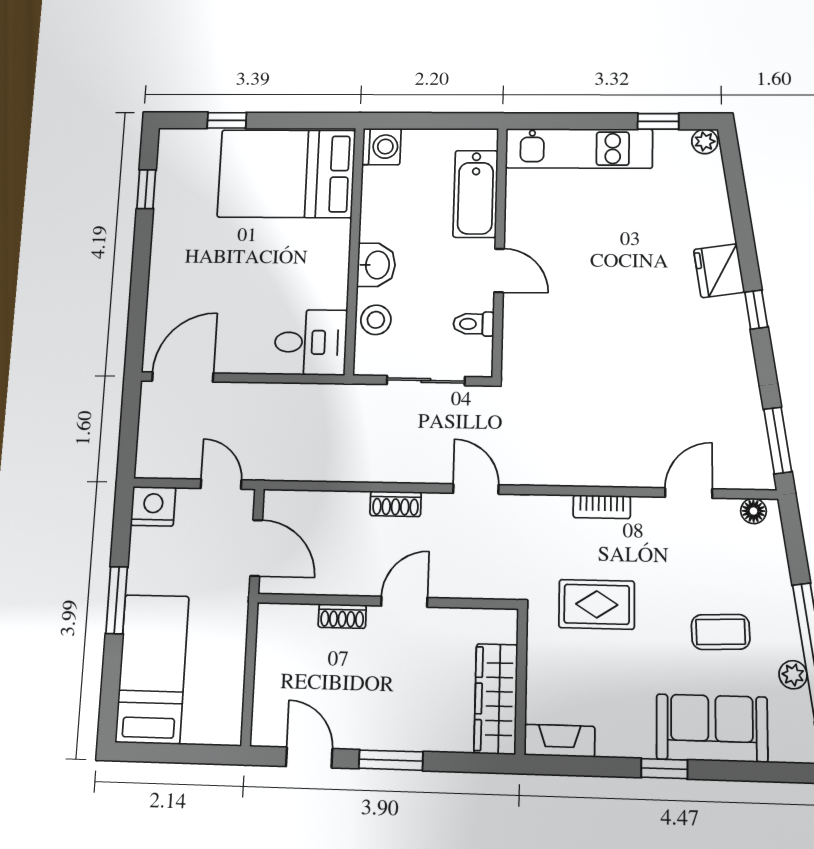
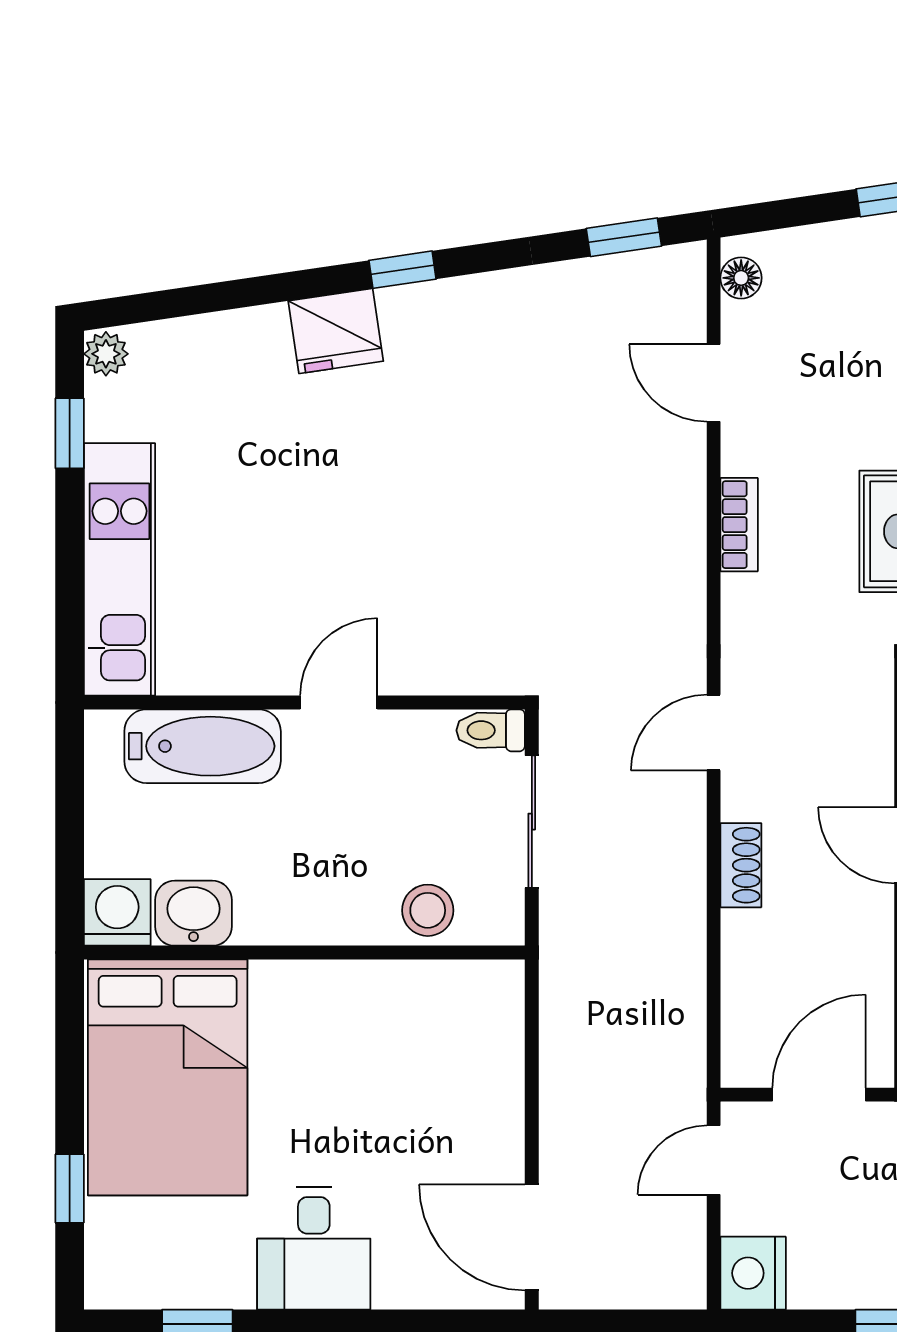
washbasin: (376, 265) -> (193, 913), moved
toilet: (474, 324) -> (491, 730), moved, turned 90
desk: (311, 342) -> (314, 1248), moved, turned 180
window: (778, 440) -> (624, 237), width x0.67

